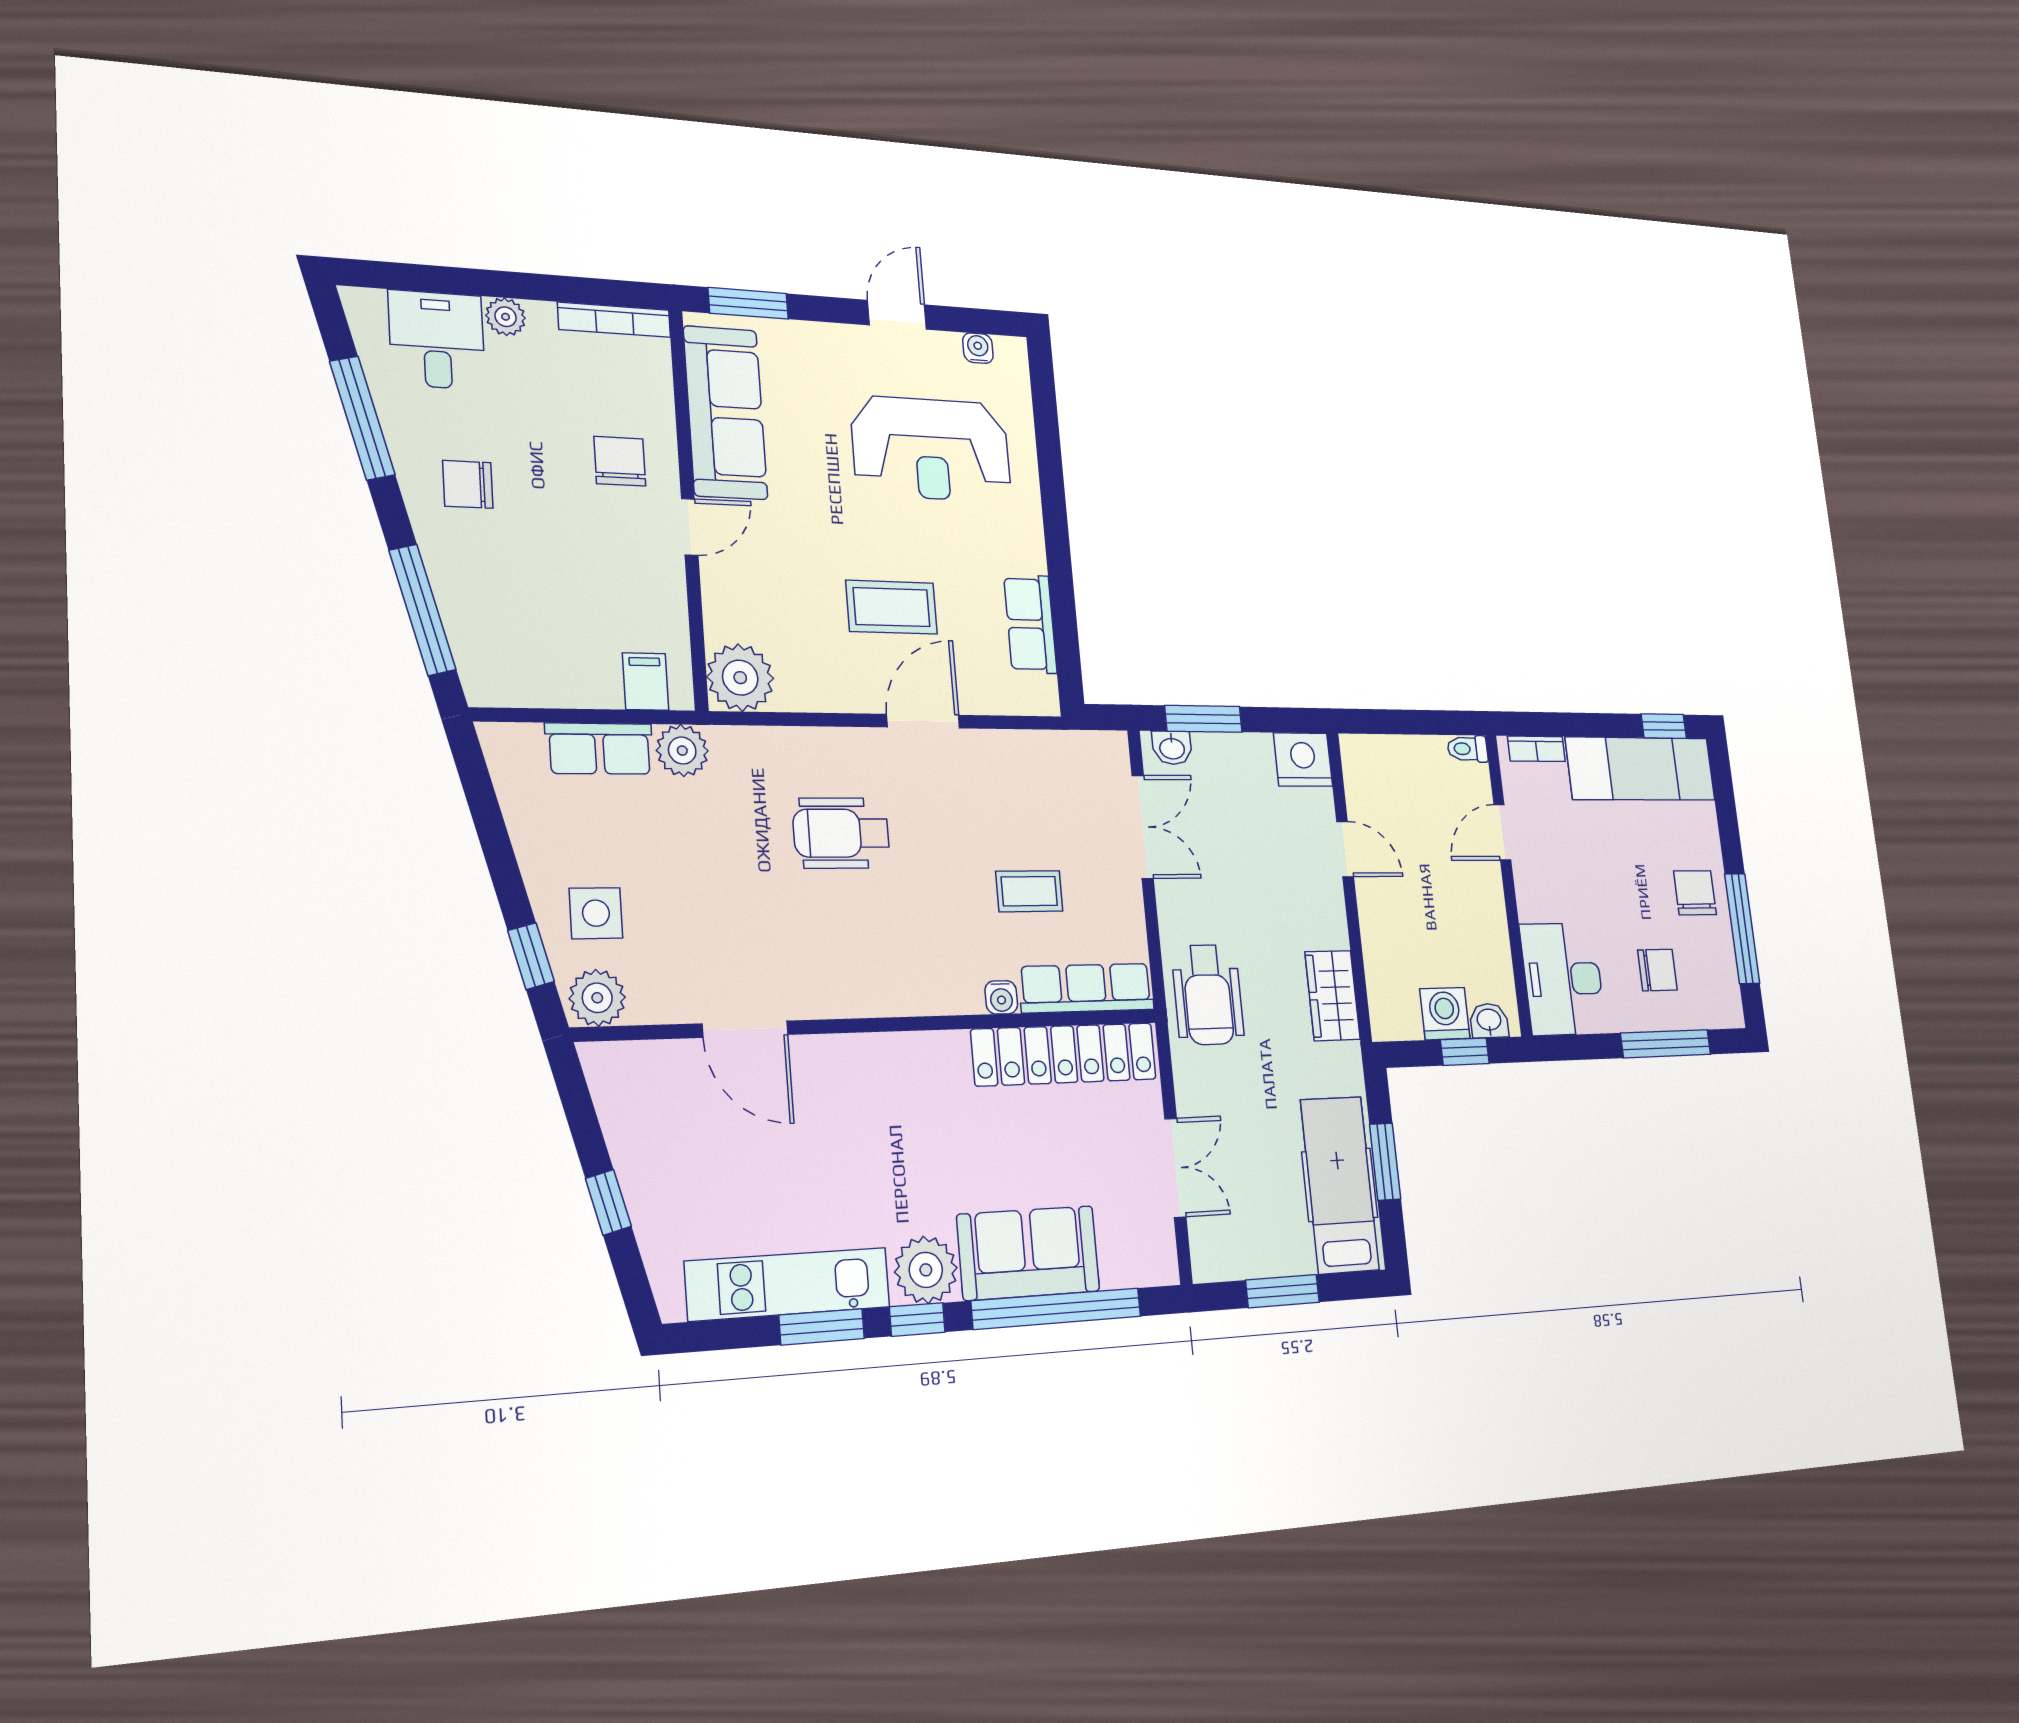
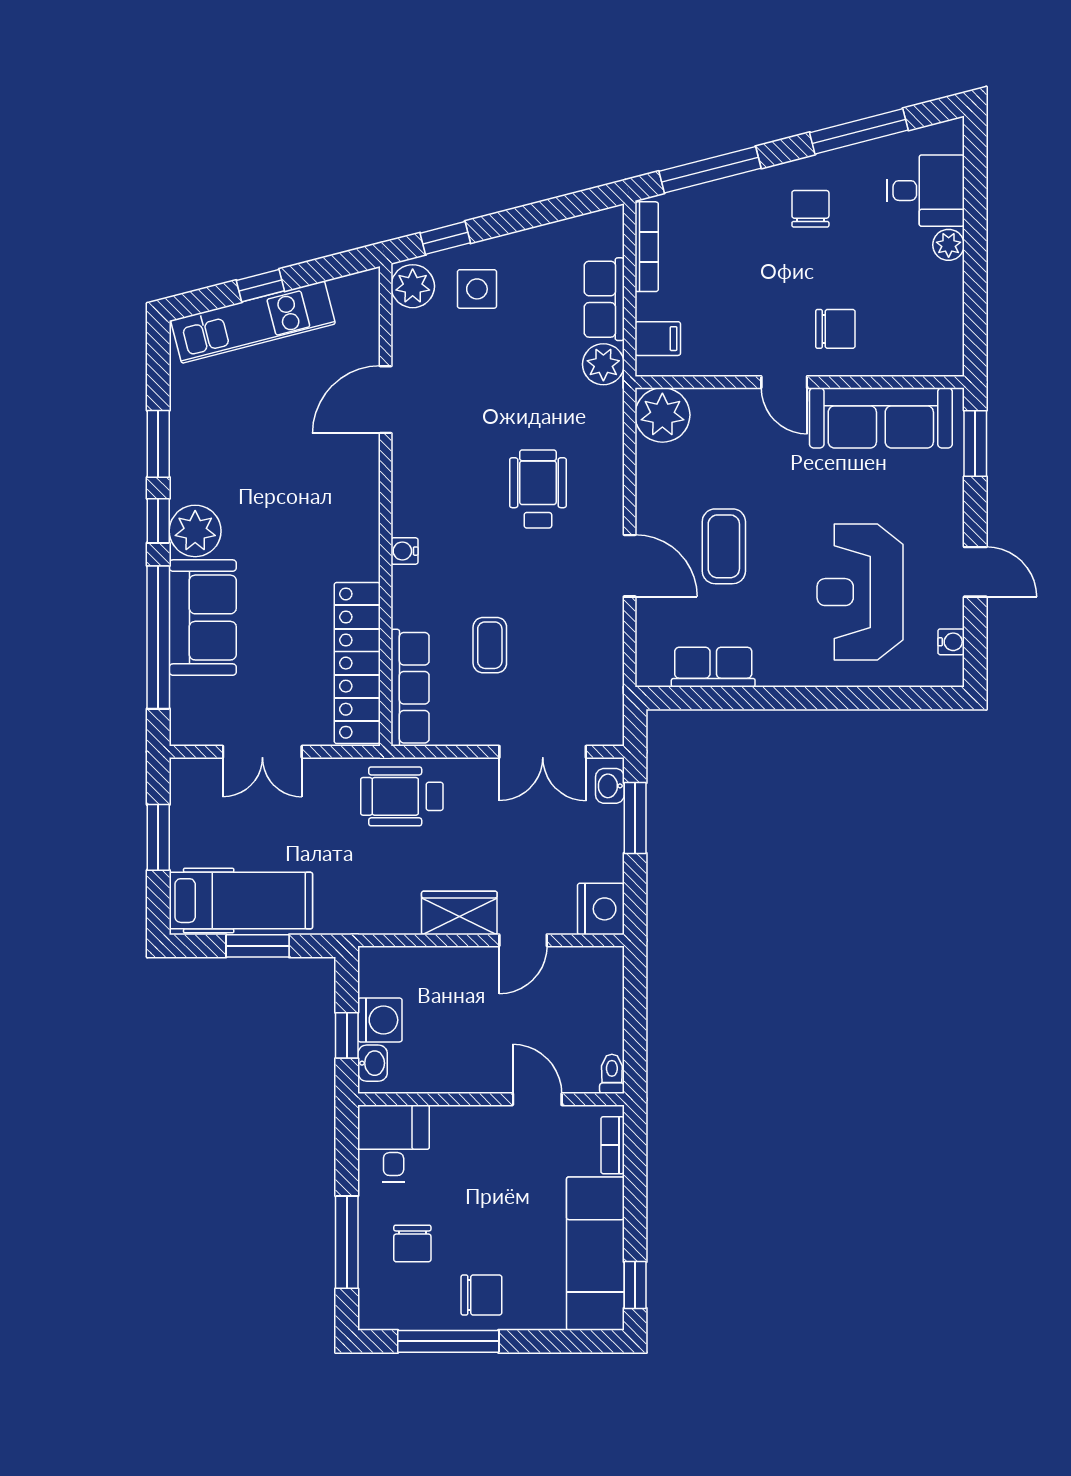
bookcase: (614, 320) -> (647, 247), moved, turned 180
desk: (1563, 979) -> (394, 1143), width x0.73
wardrobe: (1333, 996) -> (459, 913), moved
water cooler: (1001, 997) -> (404, 551), moved
kitchen unit: (788, 1284) -> (253, 322), moved, turned 76

